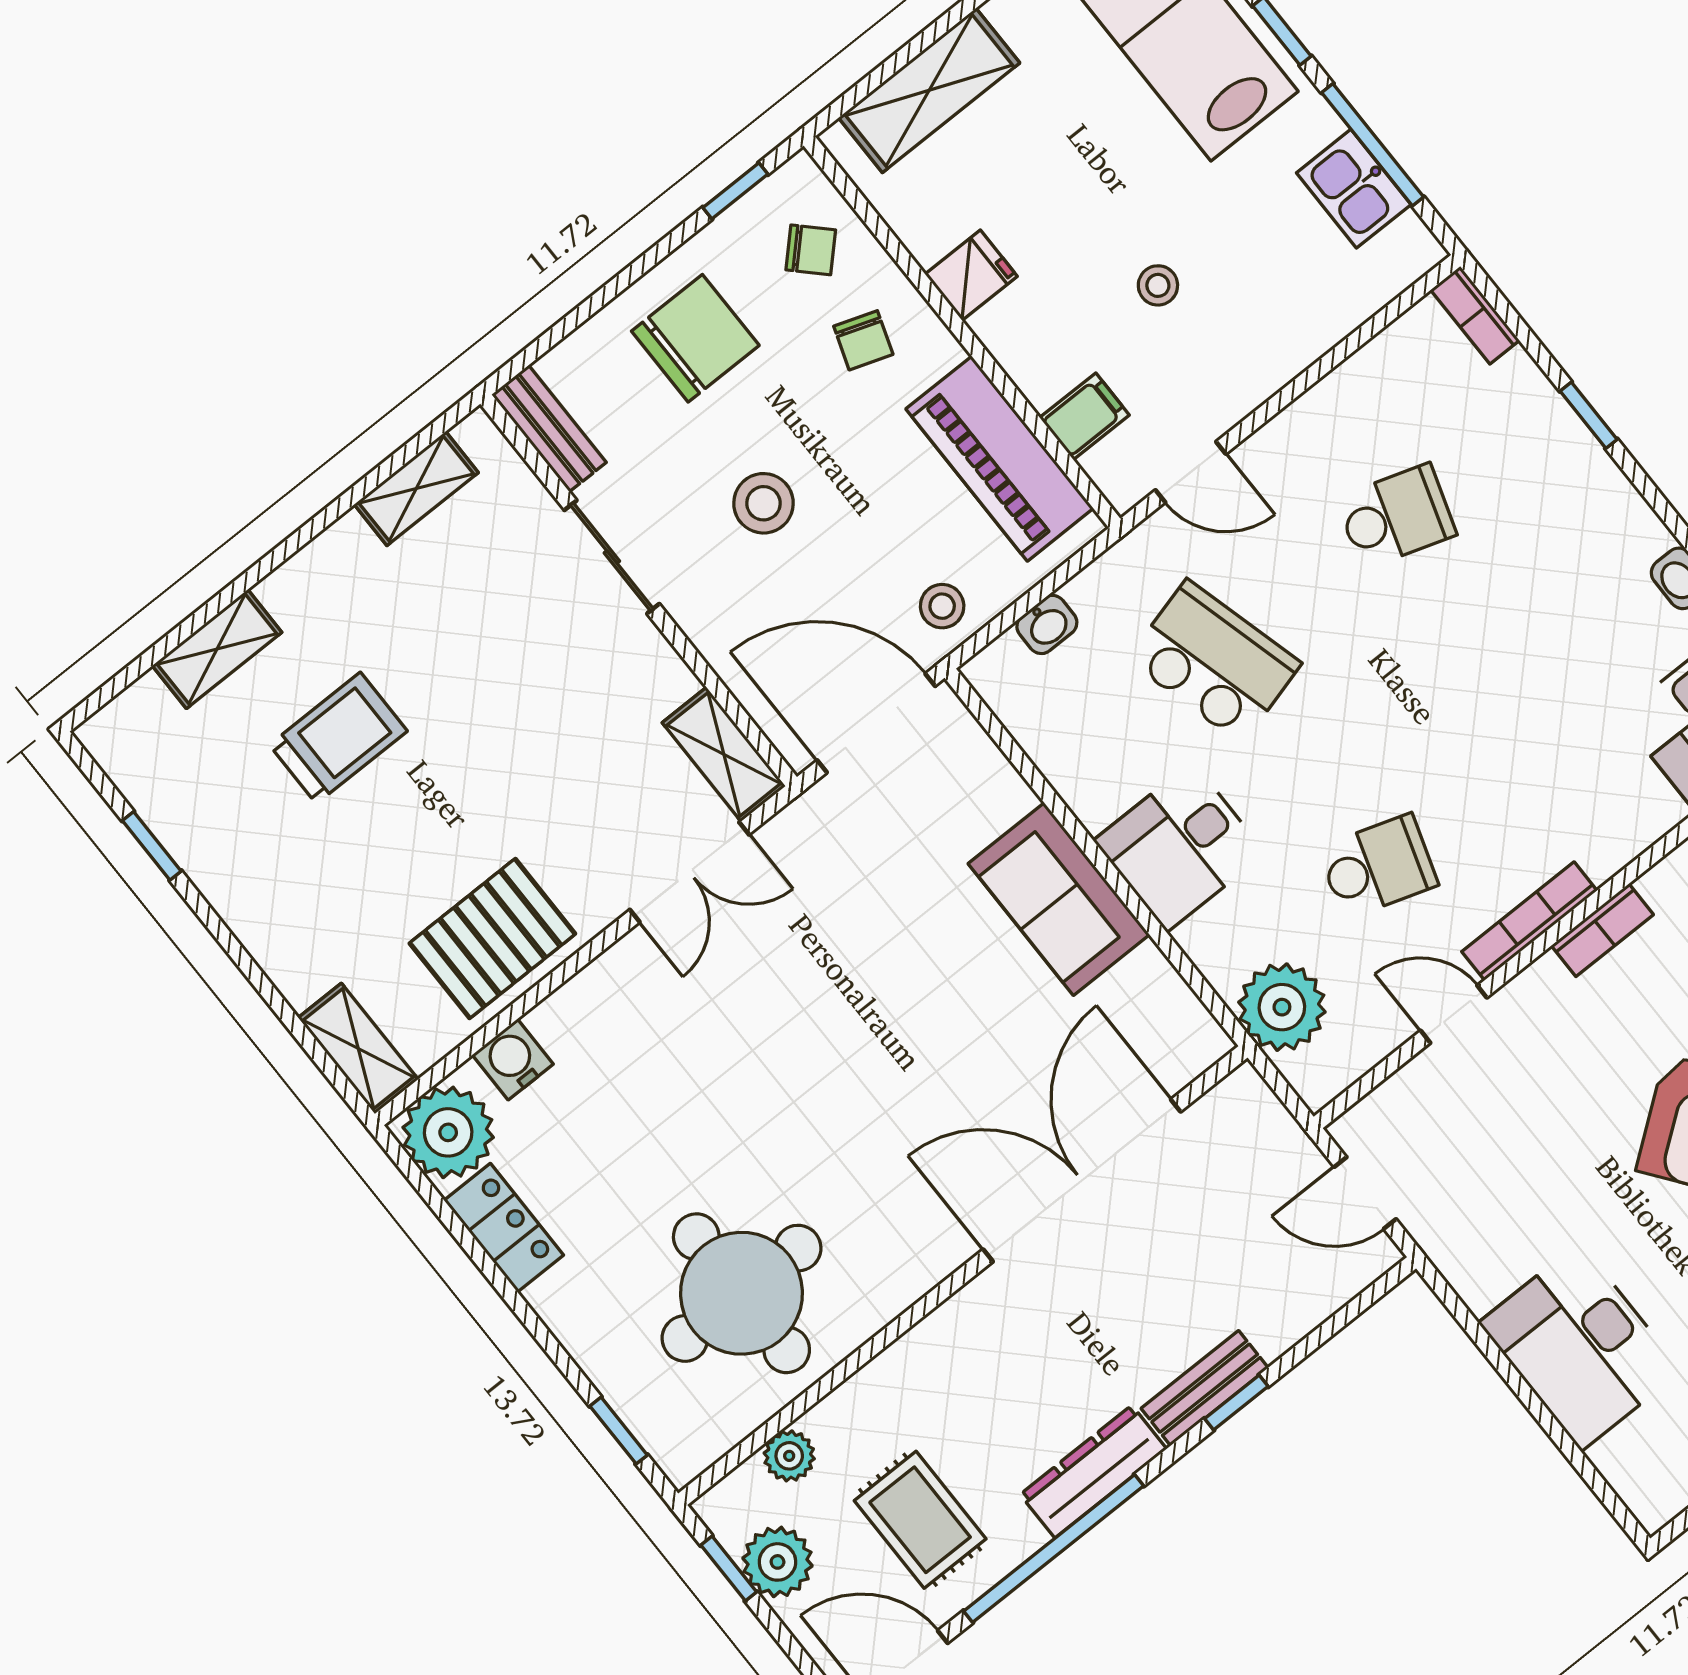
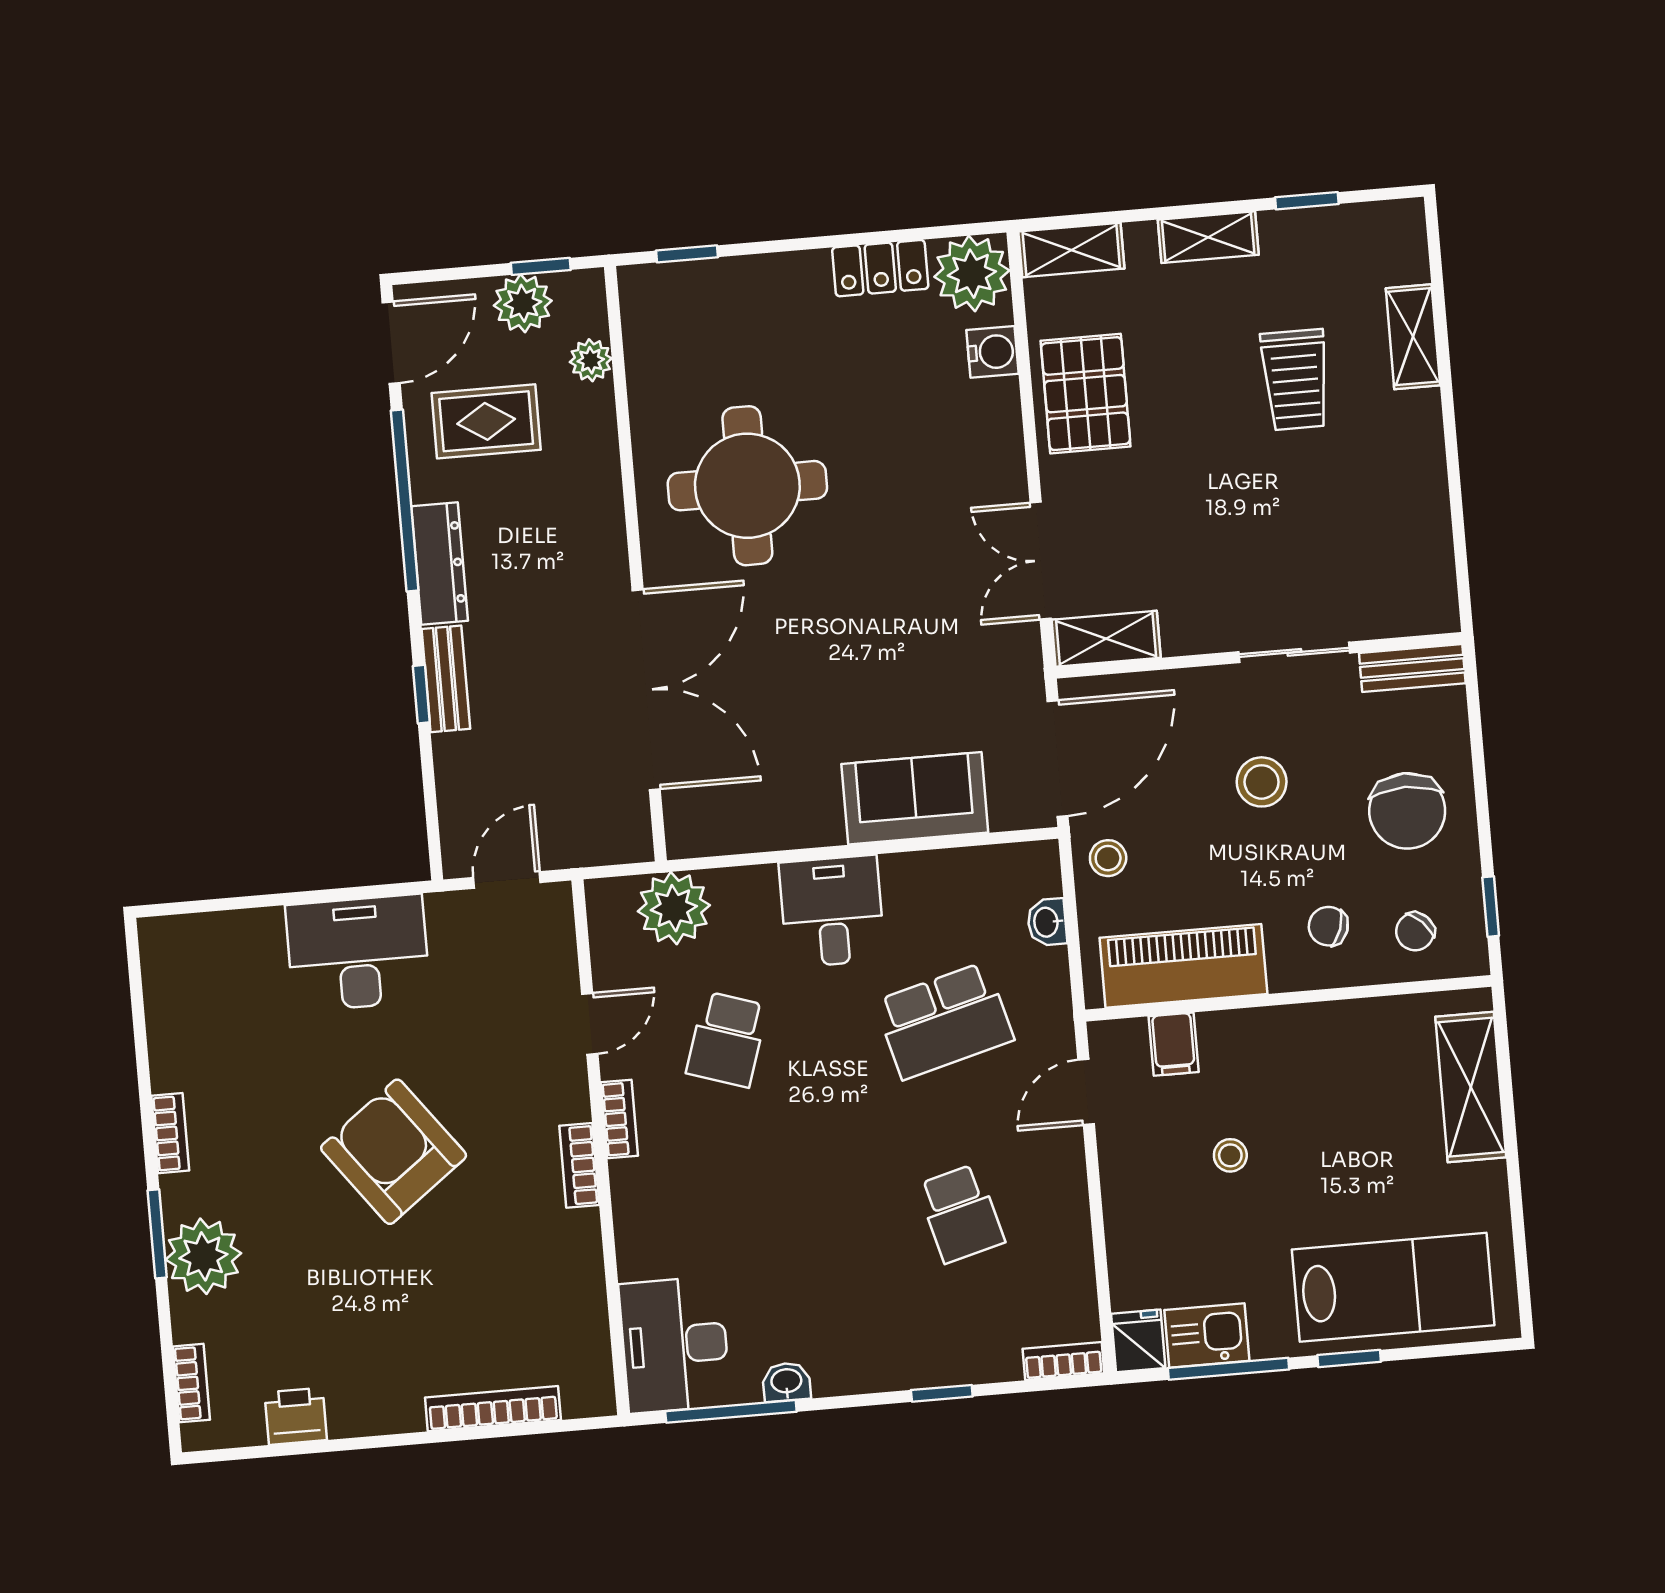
fridge: (971, 275) -> (1138, 1341), moved, turned 180
shelving: (416, 488) -> (1208, 237), moved, turned 90
school desk: (1396, 516) -> (961, 1213), turned -33
sofa: (1059, 899) -> (915, 798), moved
bookcase: (1529, 921) -> (619, 1119), width x0.64
round table: (741, 1293) -> (747, 486), moved
desk: (1580, 1347) -> (358, 953), moved

